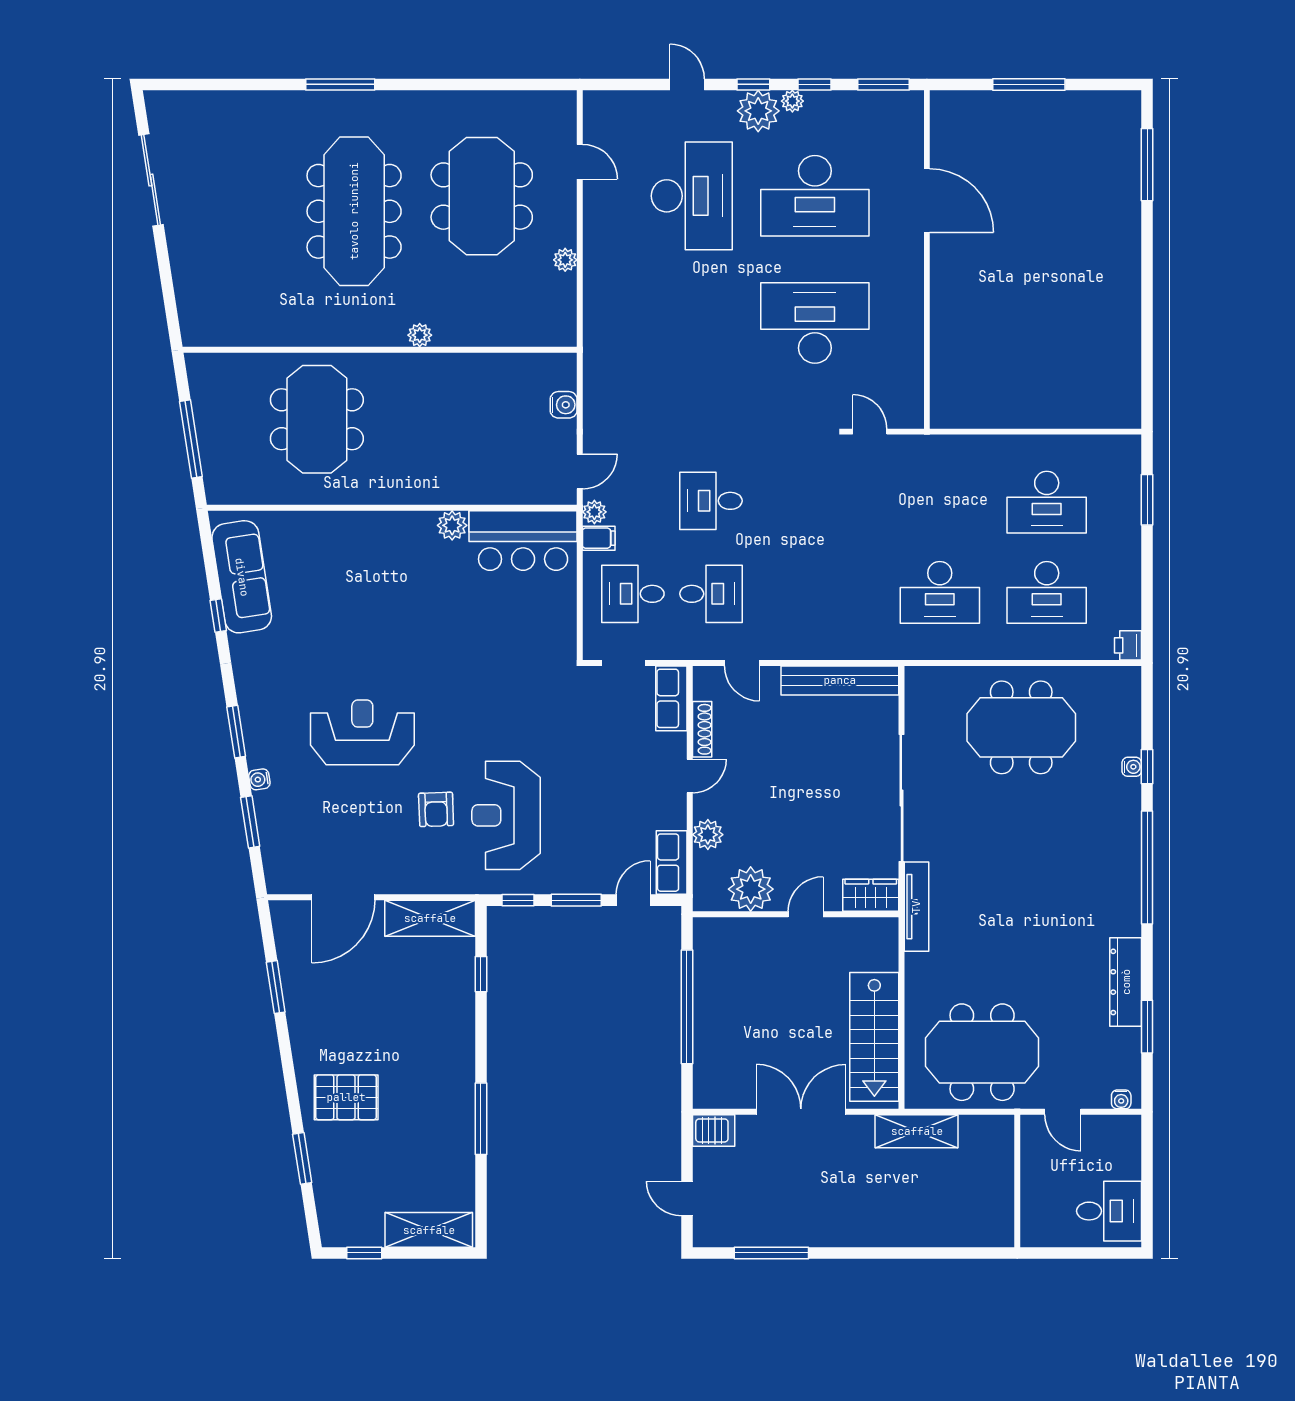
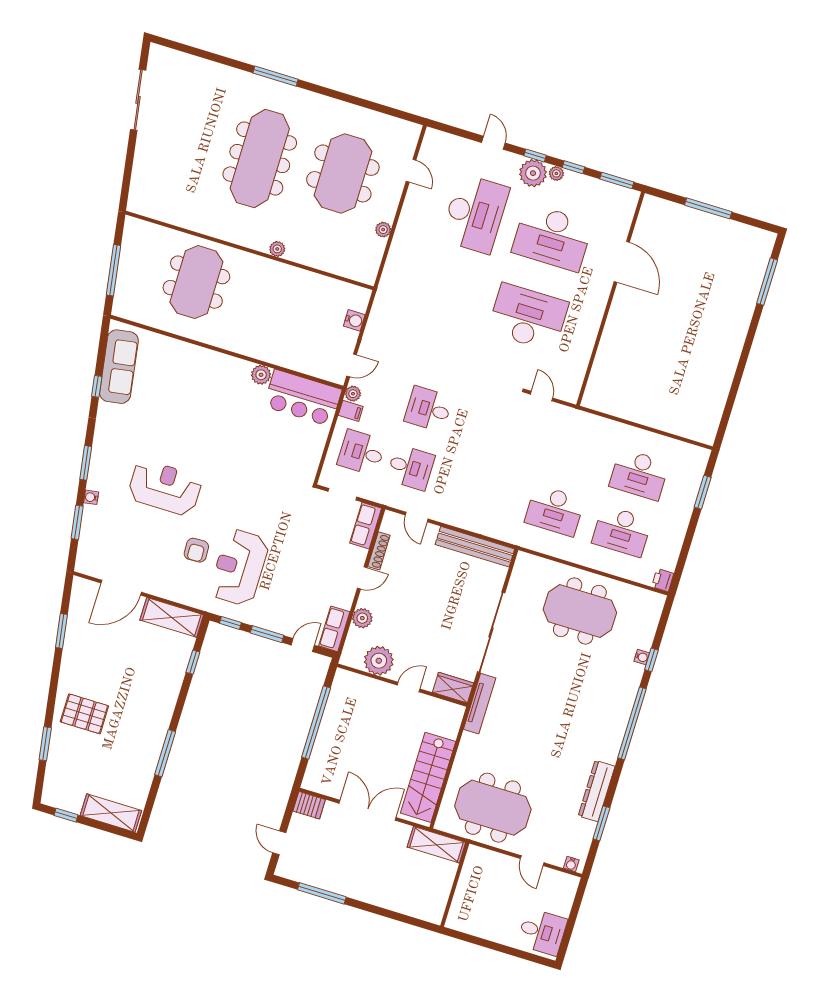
wall: (1017, 1181) -> (455, 884), moved

